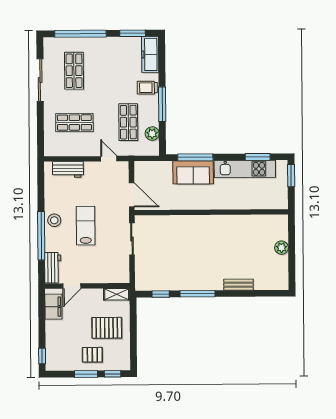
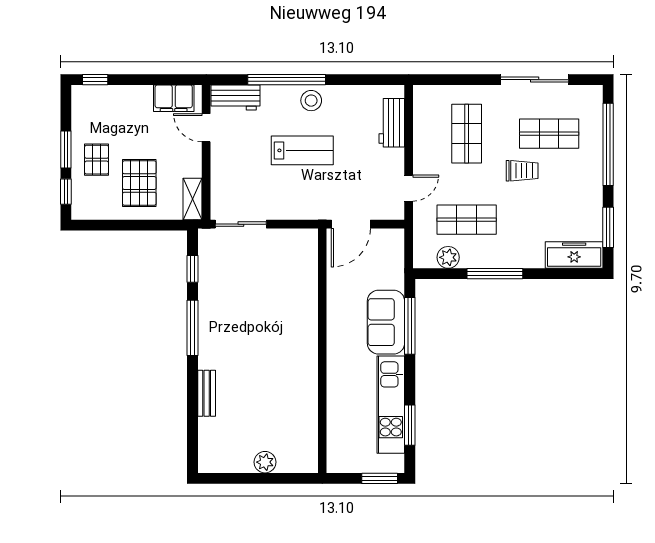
trolley: (147, 88) -> (522, 171), moved, turned 90
sliding door: (132, 239) -> (241, 224), moved

